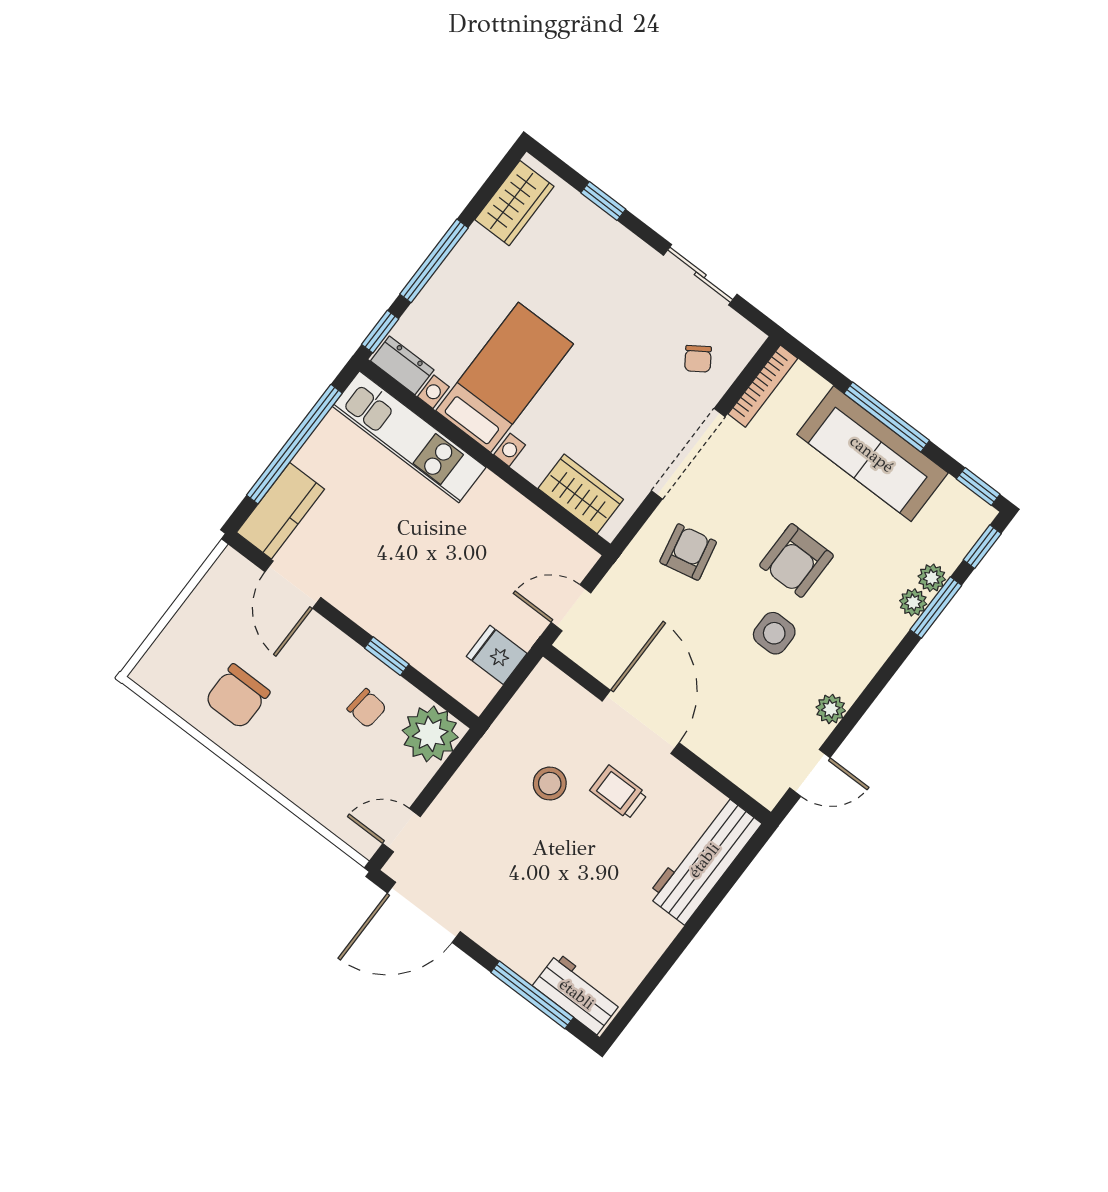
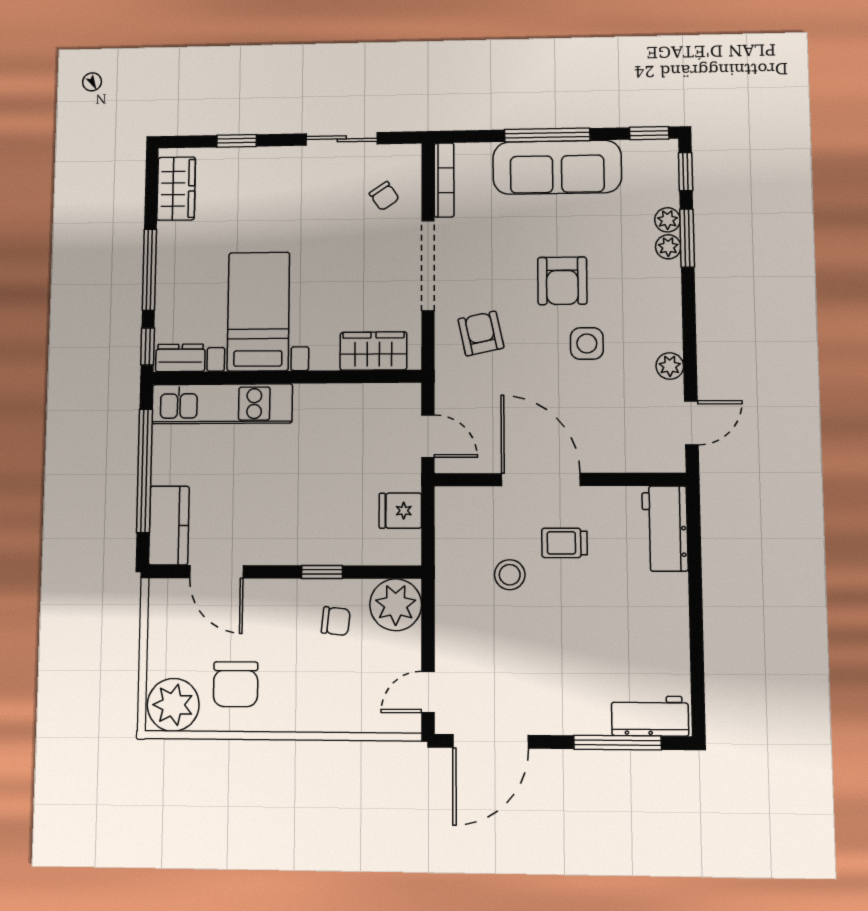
door: (571, 608) -> (428, 436), swing flipped
plant: (169, 673) -> (173, 705), added
workbench: (704, 860) -> (665, 529), width x0.73

